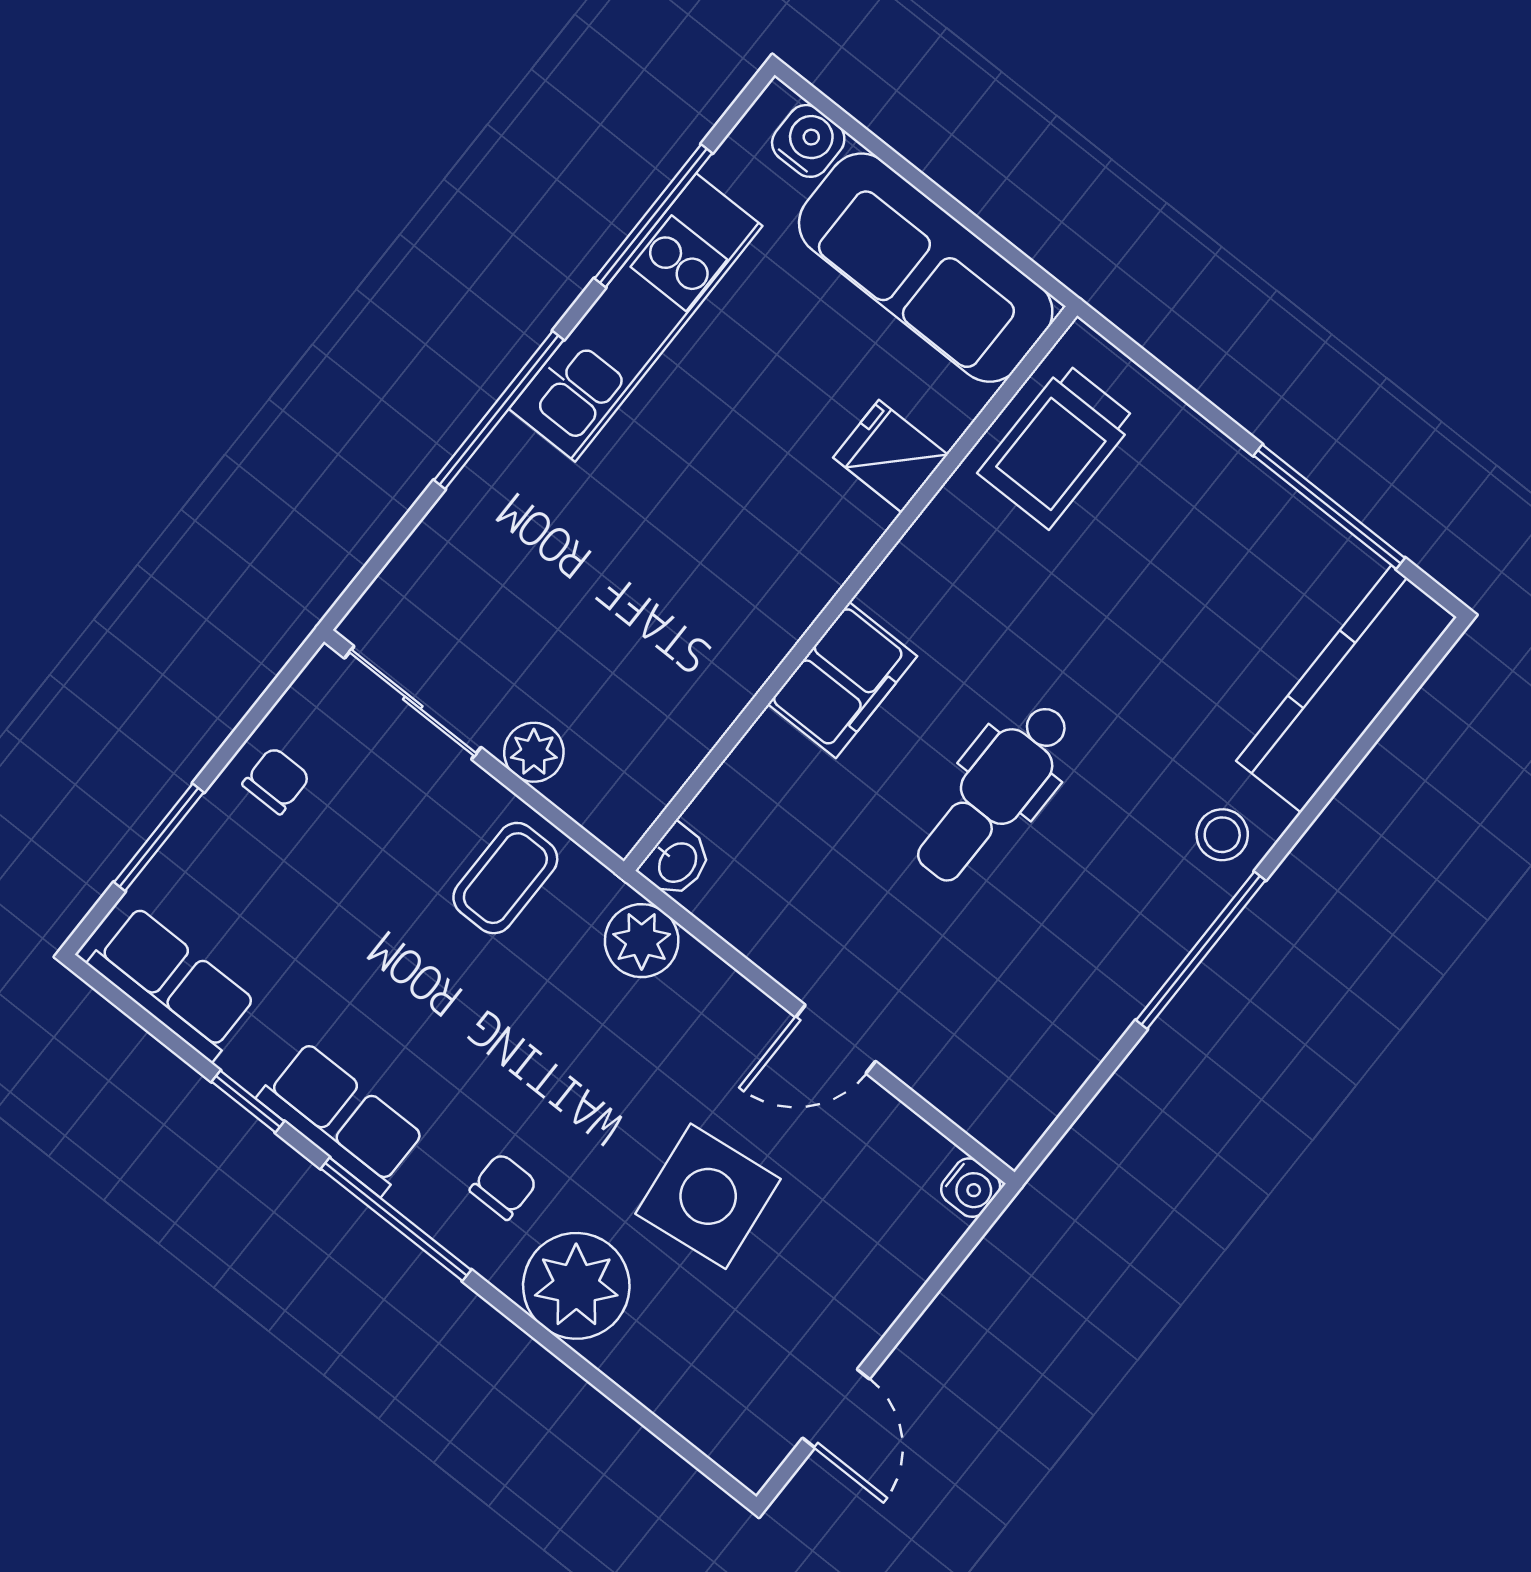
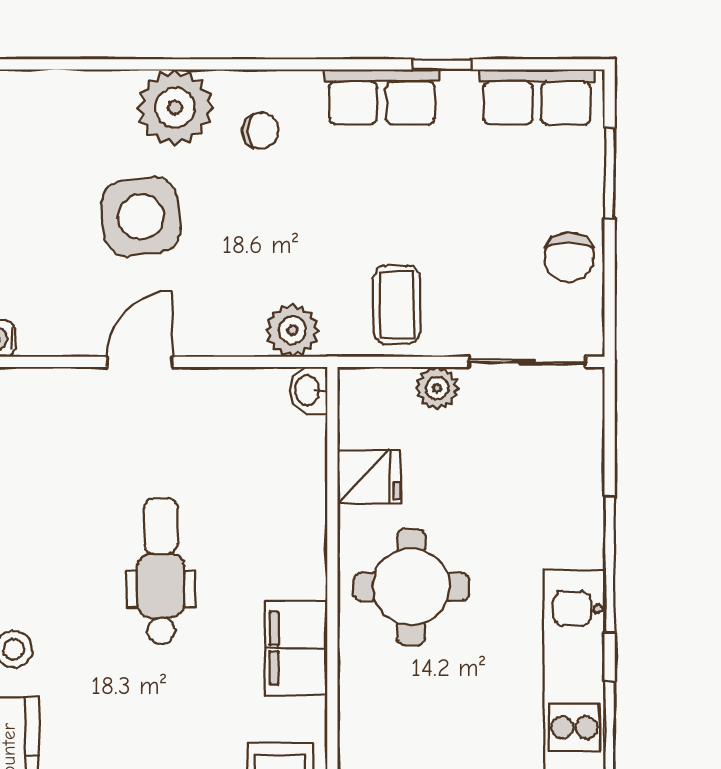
fridge: (890, 456) -> (369, 477), moved
round table: (734, 558) -> (411, 587), added
filing cabinet: (843, 680) -> (296, 648), moved
chair: (276, 780) -> (569, 257), width x1.37, depth x1.37
chair: (503, 1186) -> (260, 131), turned -90
window: (396, 1219) -> (306, 64), removed

